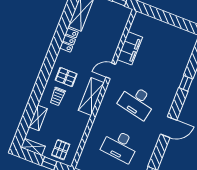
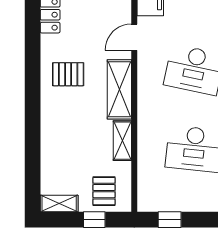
trolley: (57, 97) -> (67, 110), removed
shelving: (38, 118) -> (122, 141), moved

